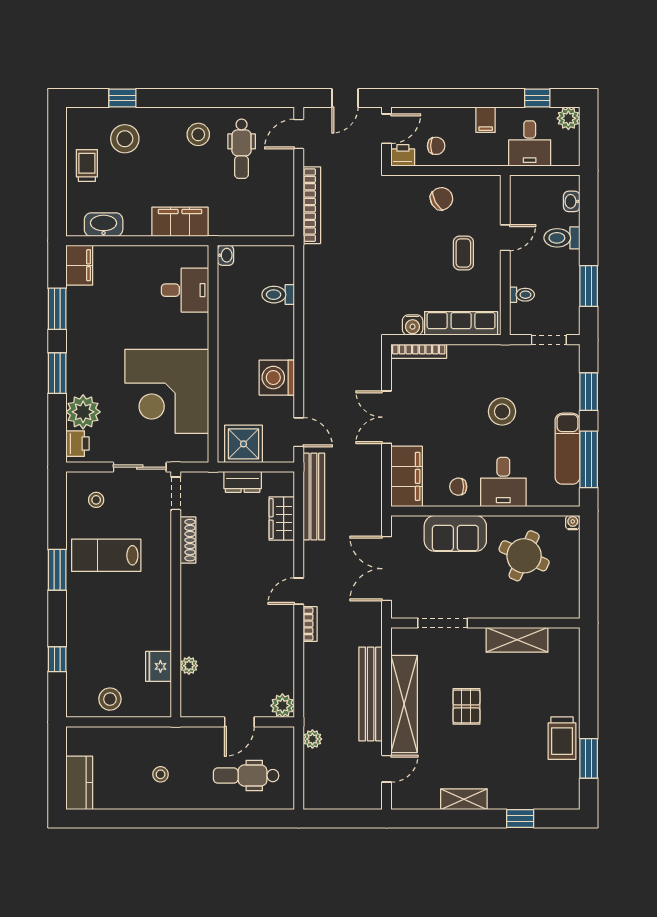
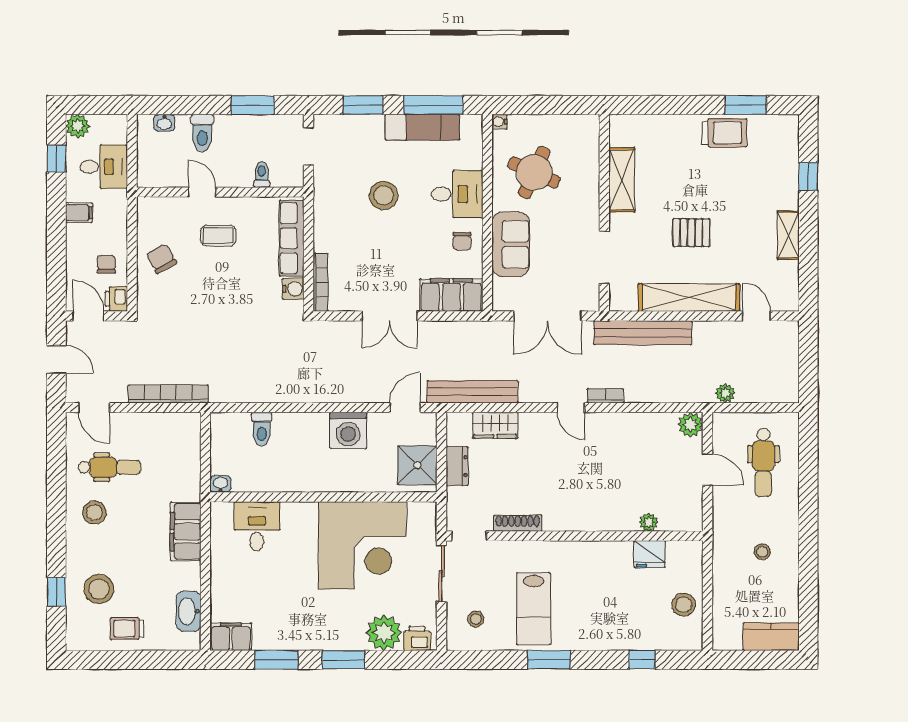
bench: (371, 694) -> (643, 333), moved

